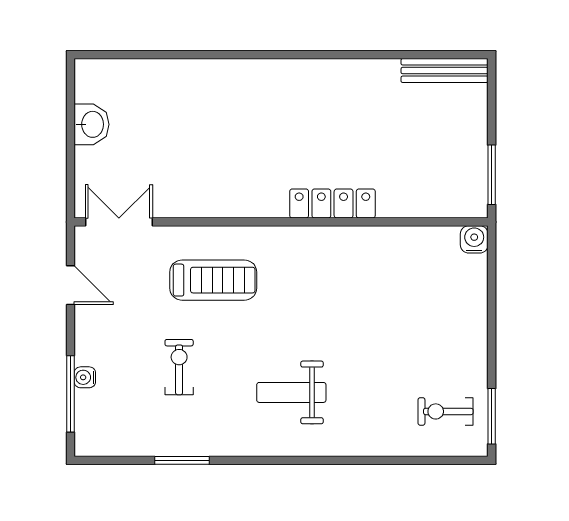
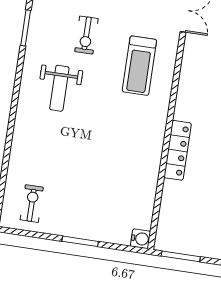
exercise bike: (179, 367) -> (86, 35), turned 90
weight bench: (291, 392) -> (59, 88), moved, turned 180
window: (492, 416) -> (80, 241), moved

